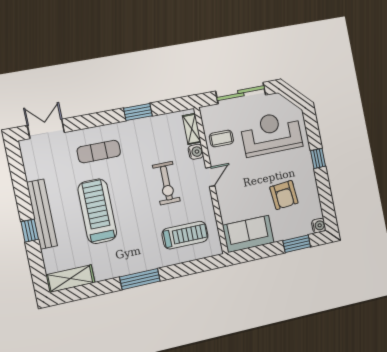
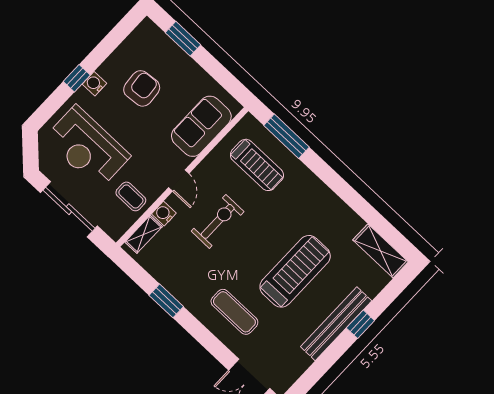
door: (210, 177) -> (179, 180), swing flipped
treadmill: (97, 211) -> (295, 271), turned 180
water cooler: (319, 226) -> (94, 84), moved
sofa: (248, 234) -> (201, 126), moved, turned 90
treadmill: (185, 235) -> (257, 165), turned 180
window: (140, 279) -> (287, 136), moved

